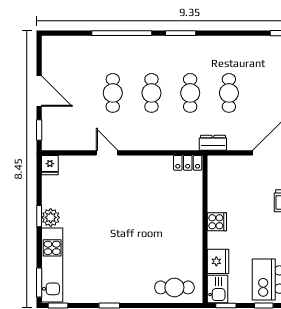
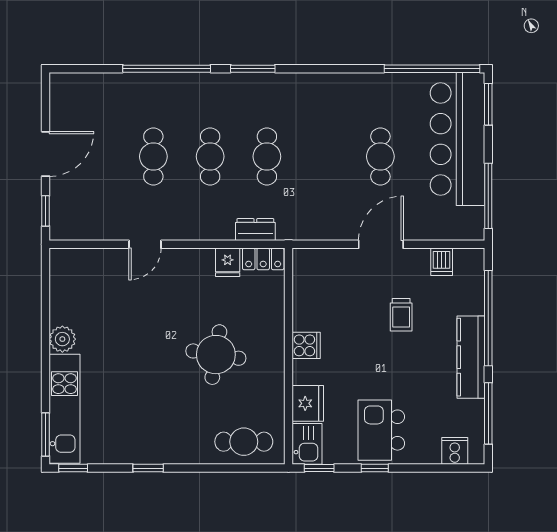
door: (39, 91) -> (46, 154), hinge flipped
cafe table: (229, 93) -> (380, 156), moved
dresser: (213, 143) -> (255, 230), moved
door: (107, 153) -> (145, 244), swing flipped
fridge: (50, 165) -> (228, 262), moved
window: (39, 216) -> (46, 337), removed
round table: (155, 228) -> (216, 355), added

